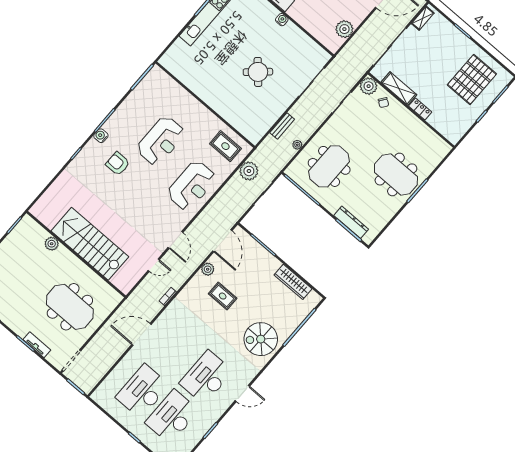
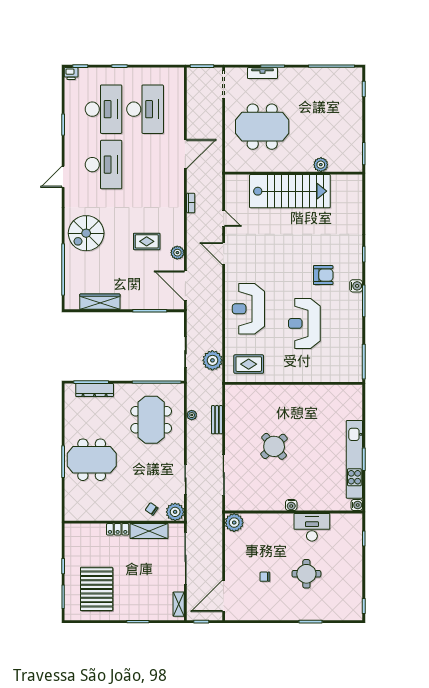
plant: (344, 29) -> (234, 523), moved
door: (154, 265) -> (224, 218), swing flipped
spiral stairs: (261, 339) -> (86, 233), turned 180

